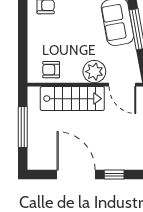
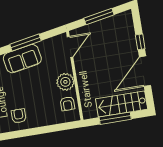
plant: (94, 72) -> (65, 82), moved
stairs: (72, 99) -> (122, 104), moved, turned -90

